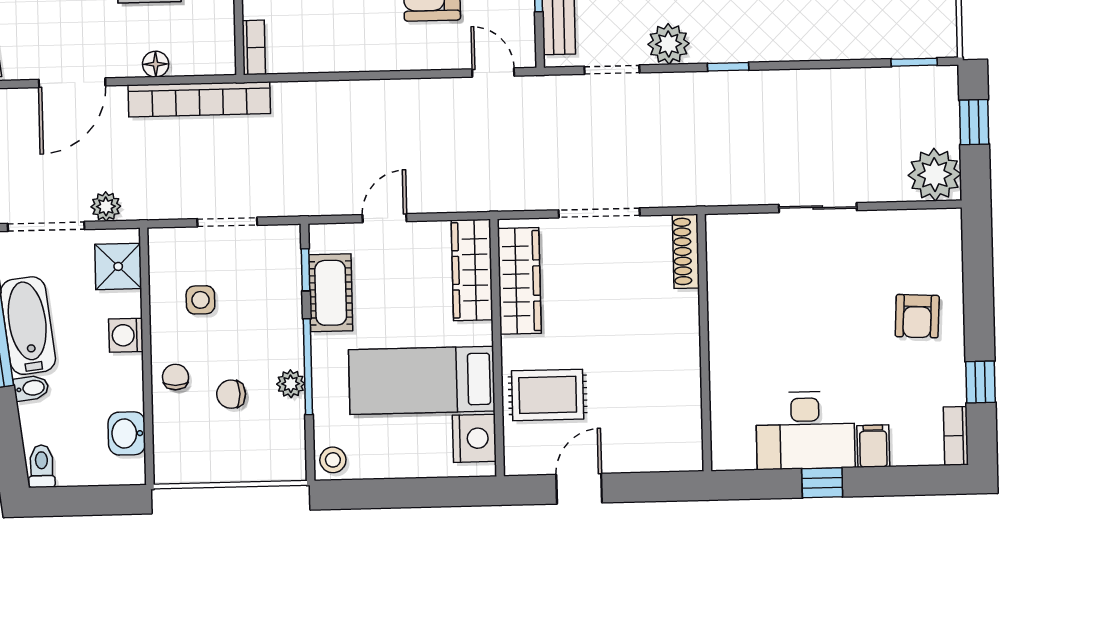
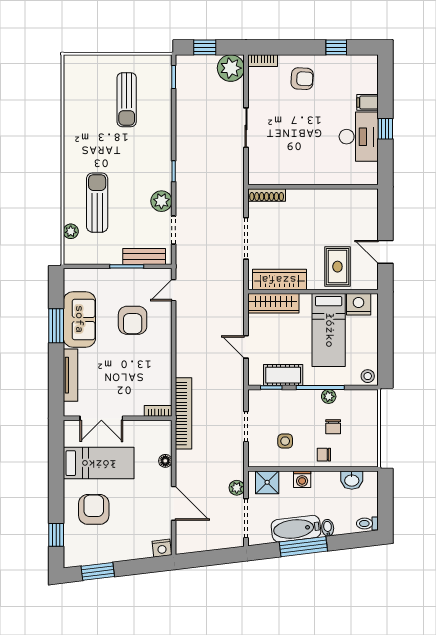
bookcase: (199, 99) -> (184, 413), moved
bookcase: (956, 436) -> (263, 61), moved

